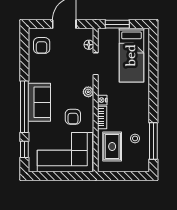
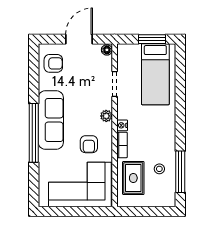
window: (117, 24) -> (152, 39), moved
floor lamp: (89, 45) -> (107, 50), moved
armchair: (42, 46) -> (53, 63), turned -90
sofa: (39, 102) -> (51, 120), width x1.36
window: (24, 149) -> (34, 181), removed

